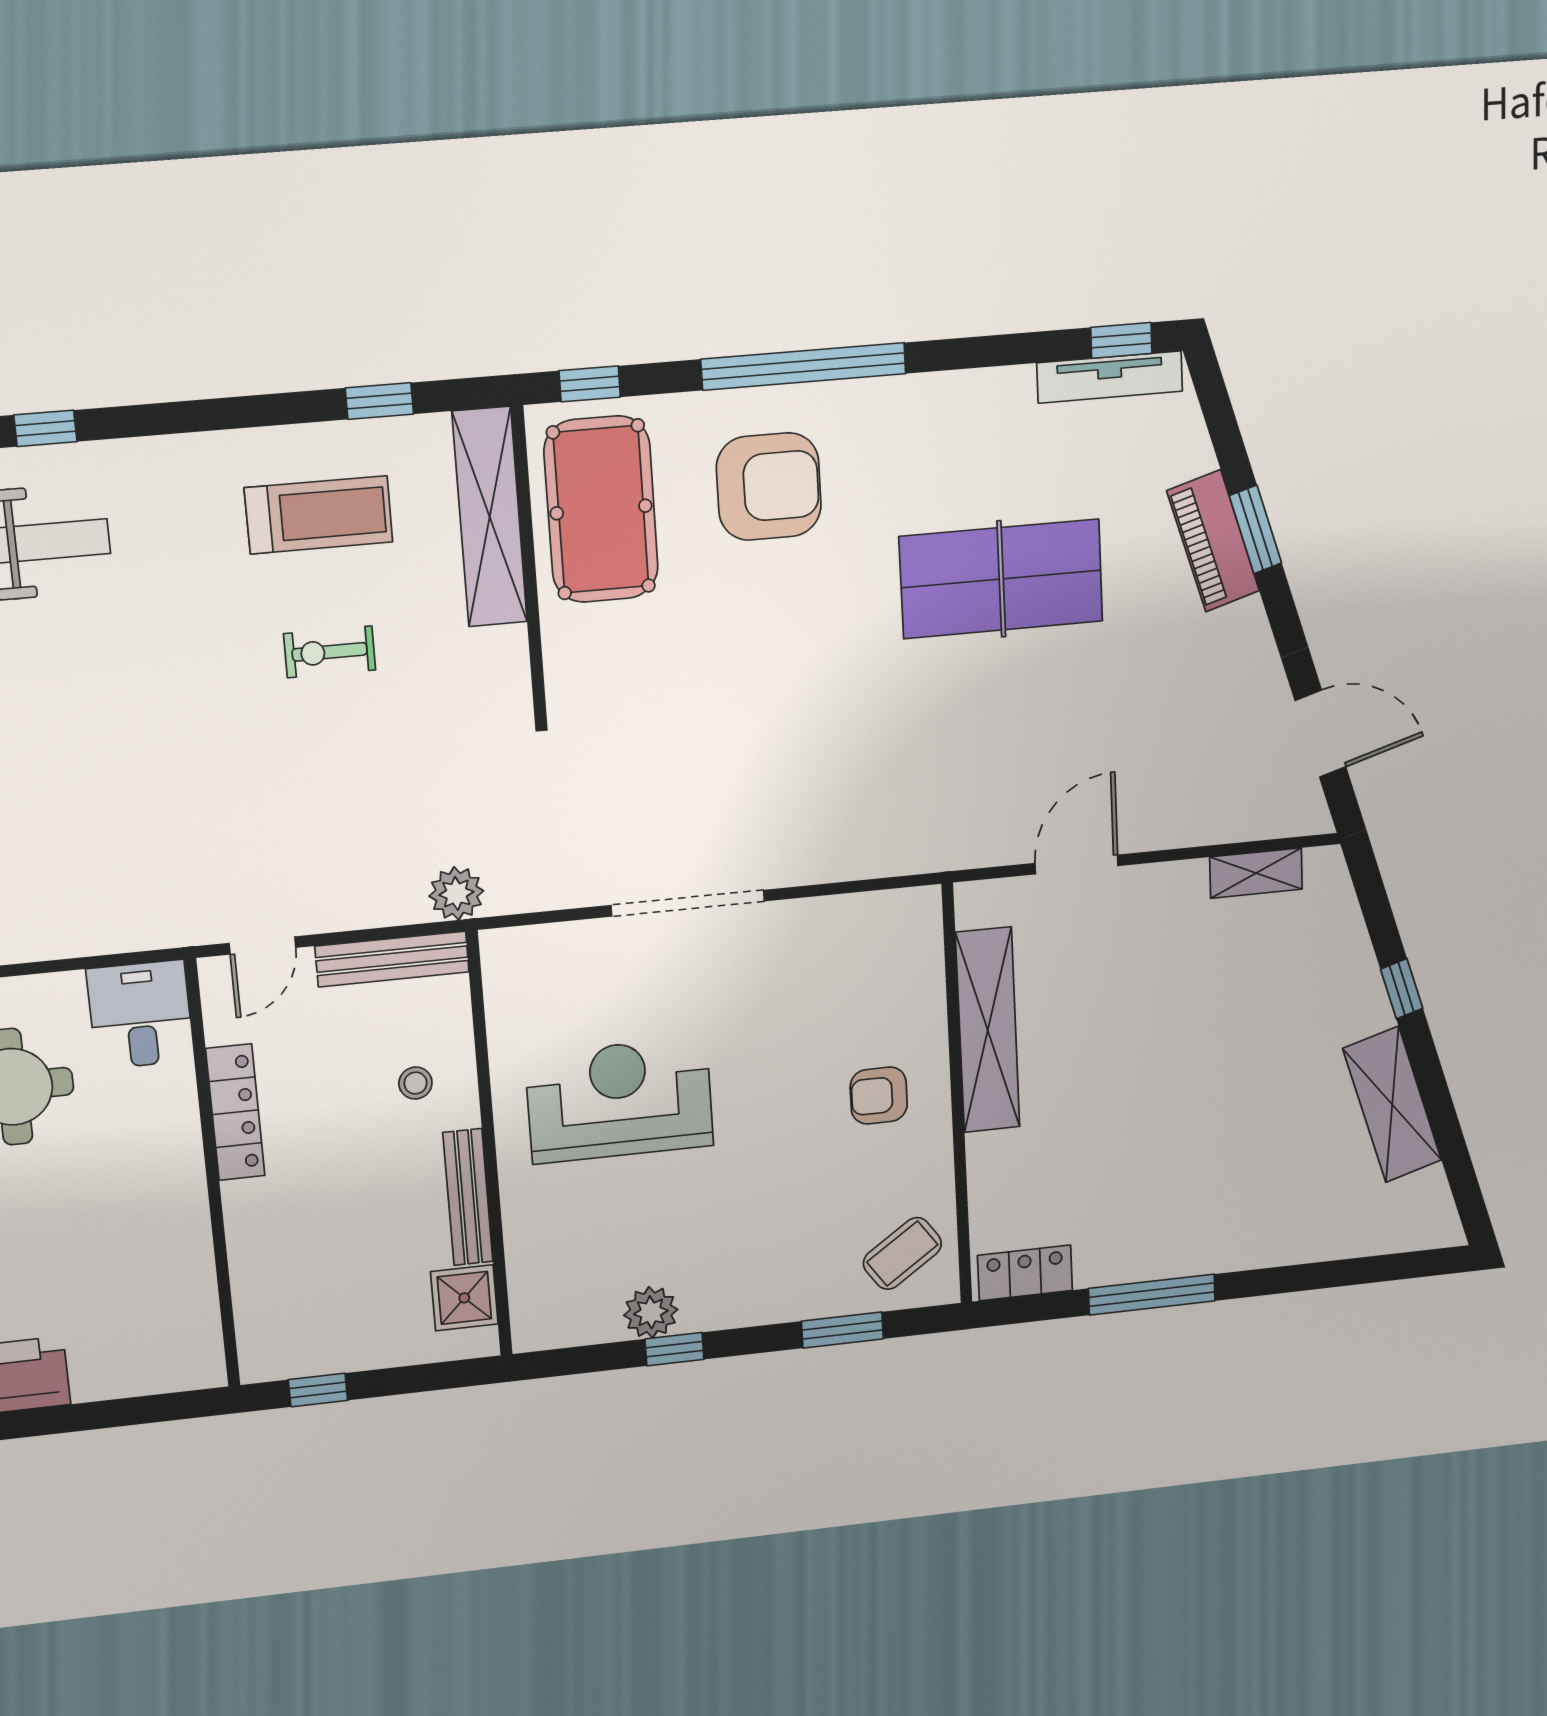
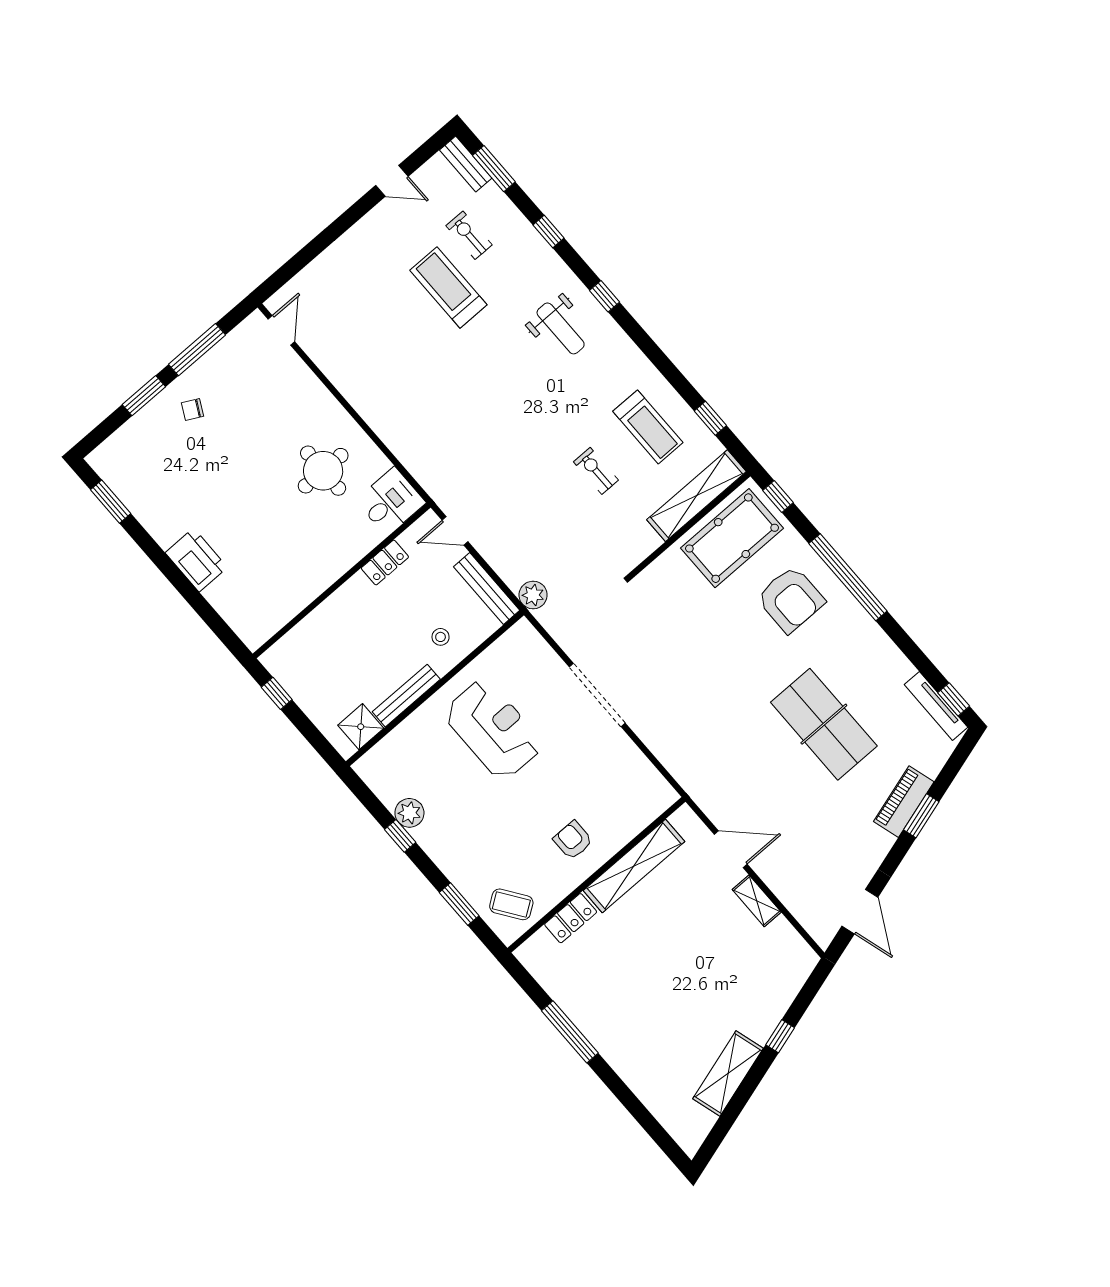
shelving: (1256, 873) -> (757, 901), moved
locker: (235, 1112) -> (385, 563), width x0.66
locker: (1025, 1273) -> (571, 918), moved, turned 90

